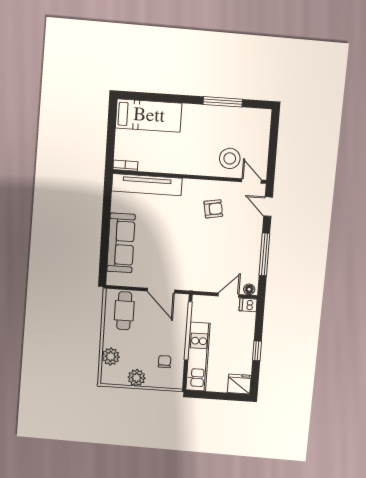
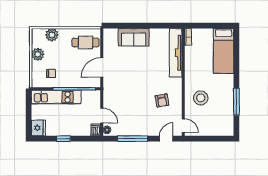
stool: (230, 158) -> (201, 98), moved
door: (251, 181) -> (183, 126), hinge flipped
sofa: (121, 243) -> (134, 37), width x0.73

